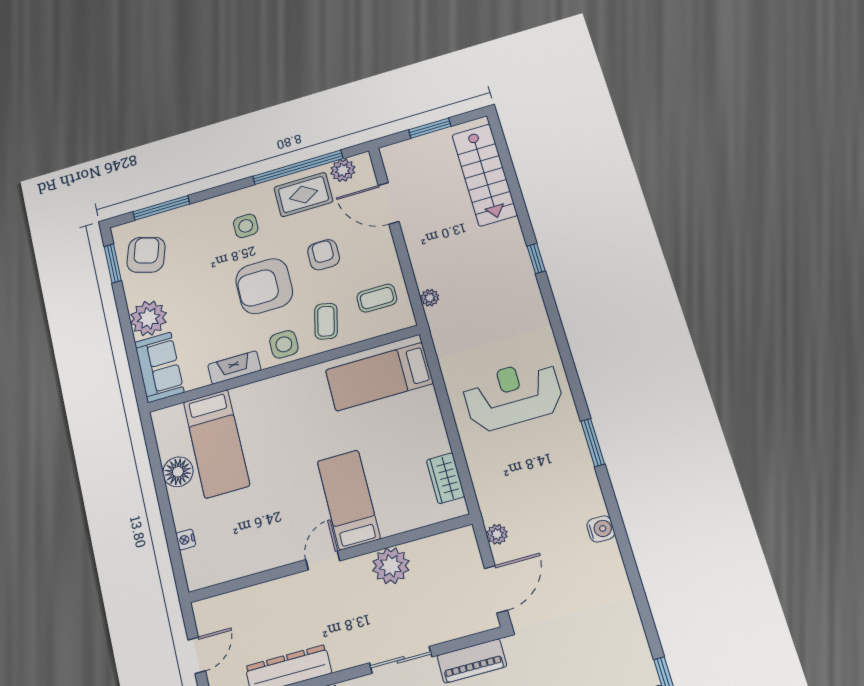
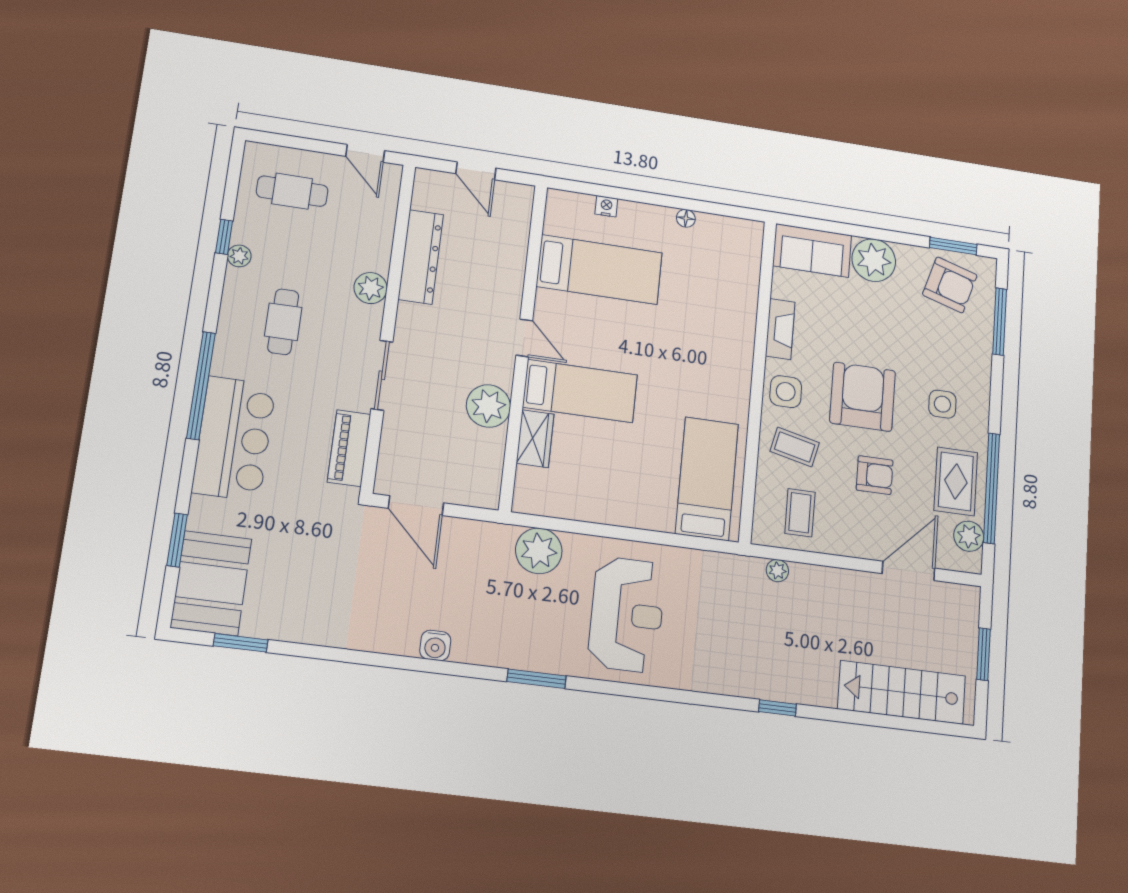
bed: (216, 444) -> (599, 270), moved, turned 180
floor lamp: (178, 472) -> (686, 218), width x0.53, depth x0.53
wardrobe: (445, 478) -> (535, 439), moved, turned 90
plant: (497, 534) -> (539, 551), moved, width x1.88, depth x1.88

